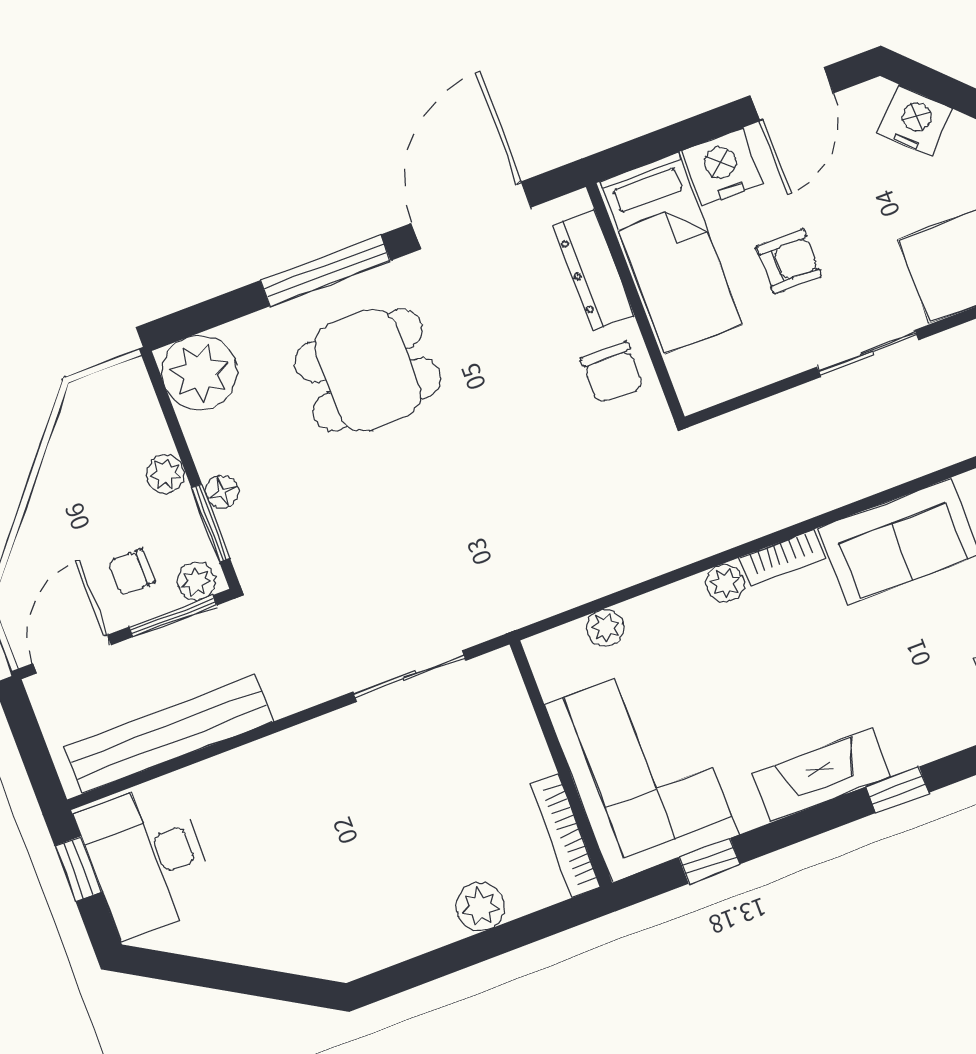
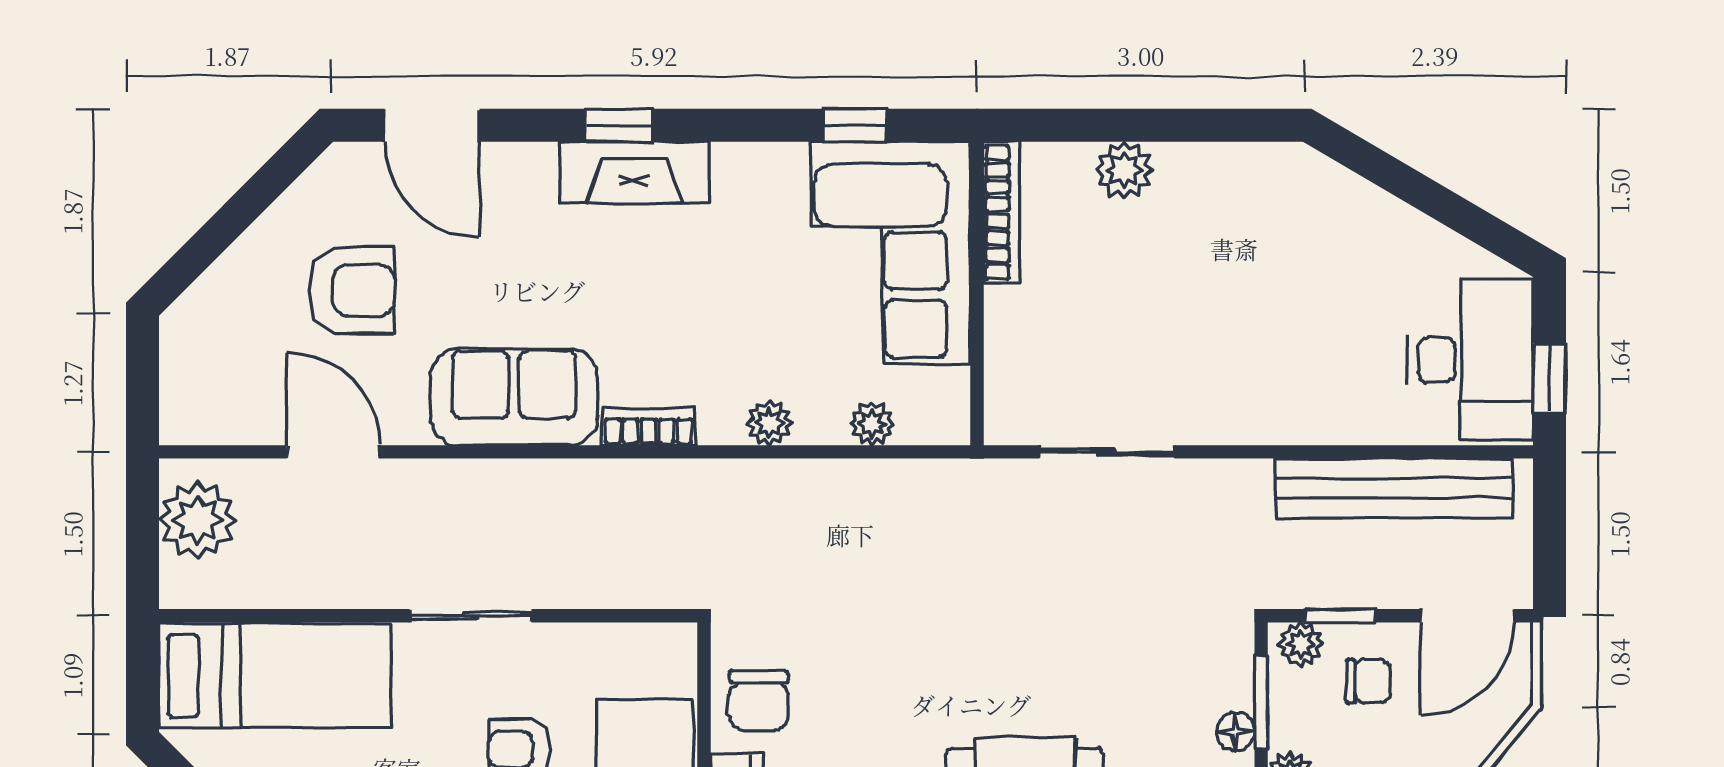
chair: (612, 373) -> (759, 701), turned 180
plant: (725, 583) -> (769, 423), moved
window: (173, 616) -> (1341, 616), width x0.67
fireplace: (821, 775) -> (634, 172), moved

